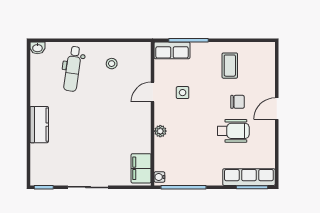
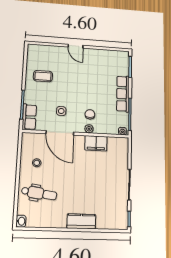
door: (153, 92) -> (60, 133), width x1.88
chair: (237, 102) -> (90, 114), moved
wheelchair: (233, 131) -> (90, 77), removed
filing cabinet: (141, 168) -> (96, 143), moved
row of seats: (249, 177) -> (123, 94), moved

